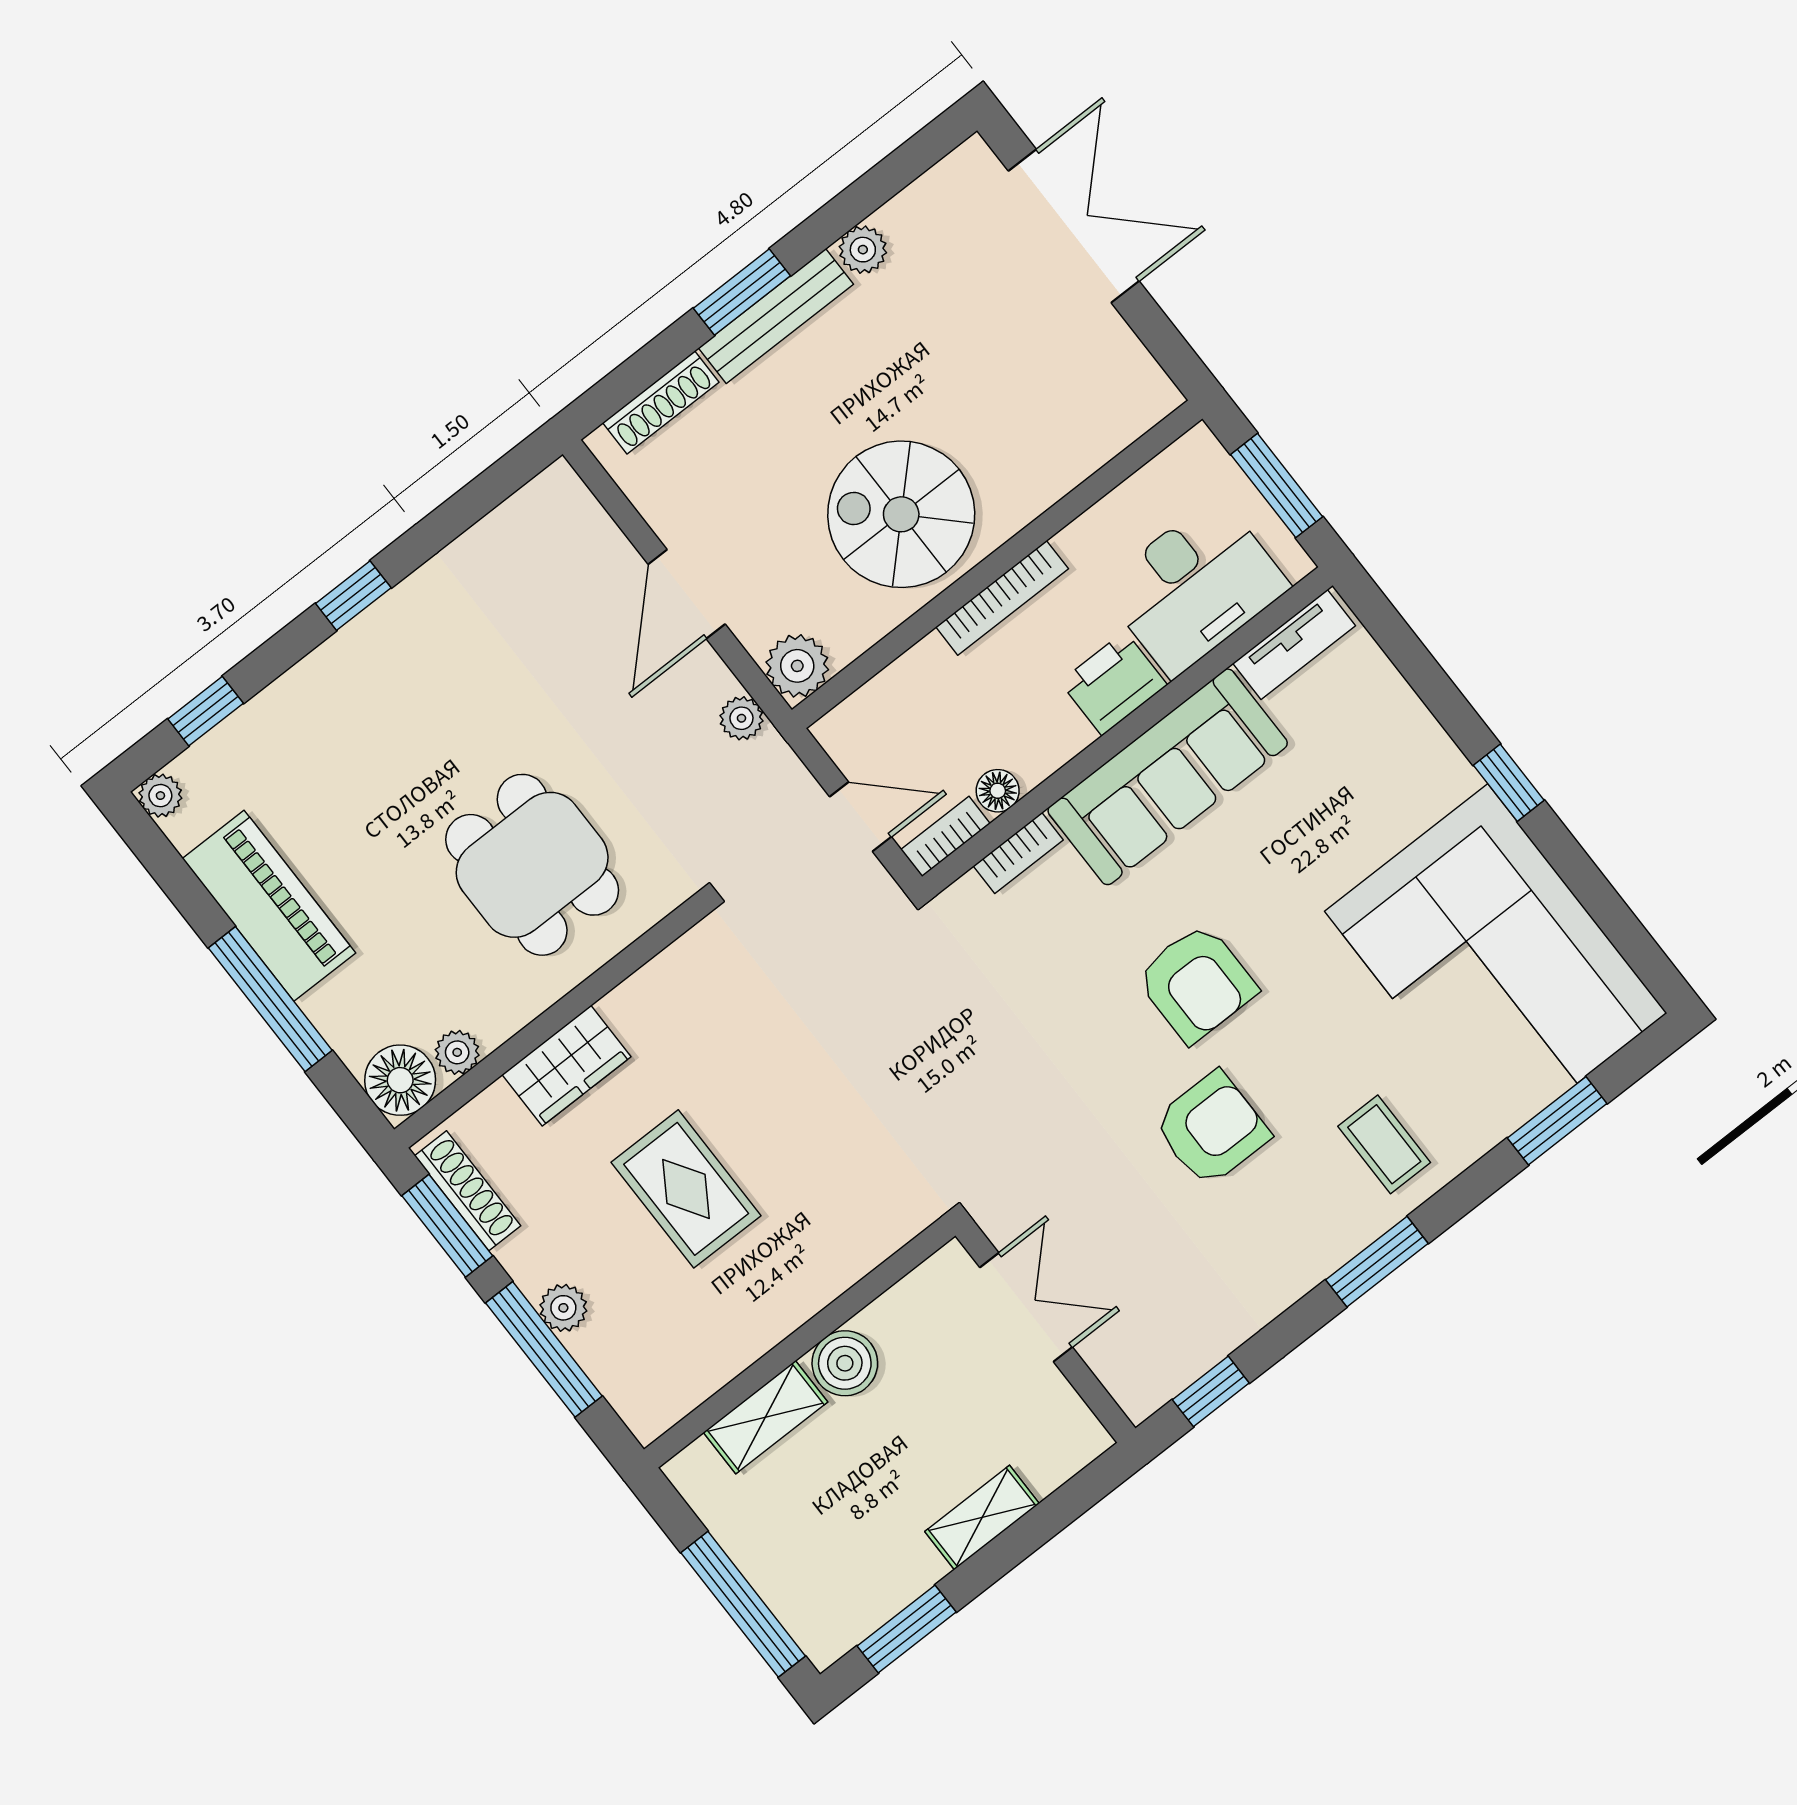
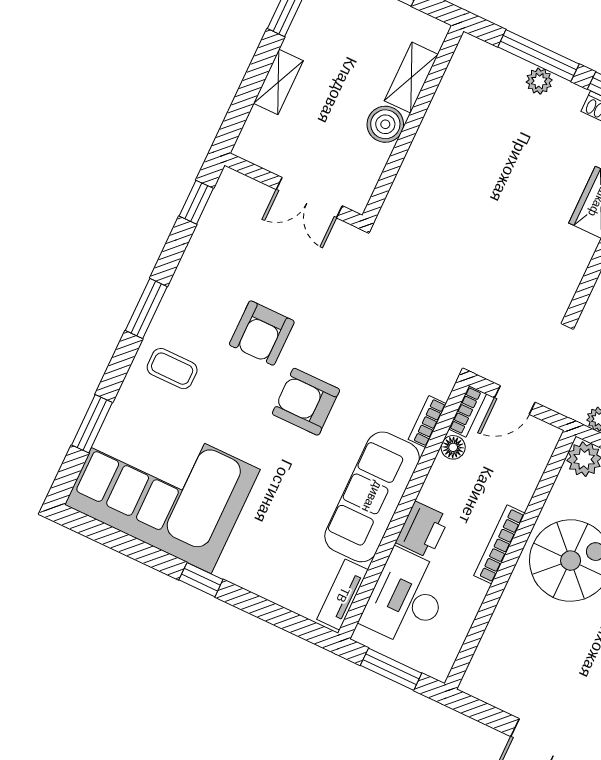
rug: (686, 1189) -> (508, 171), removed

